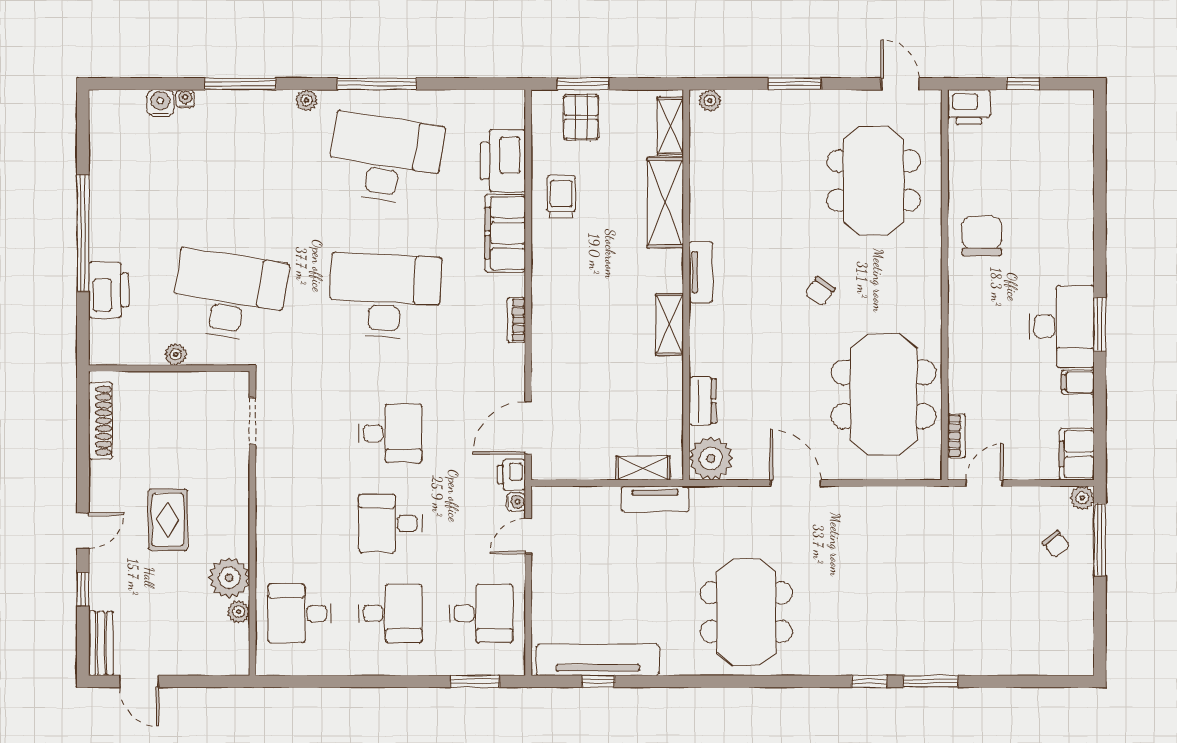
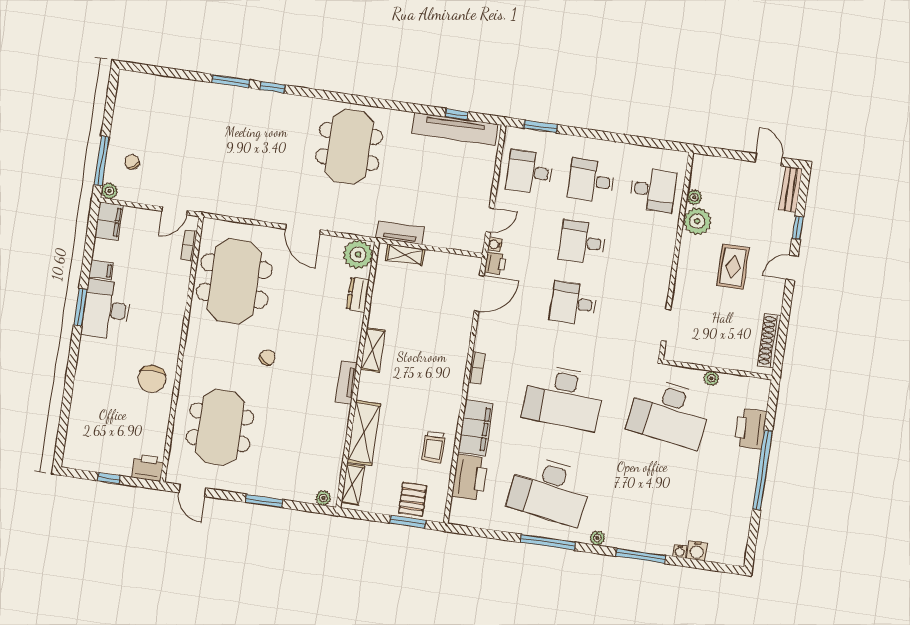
desk: (390, 523) -> (582, 242), turned 180

